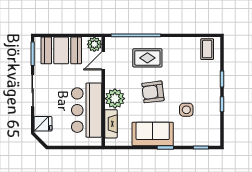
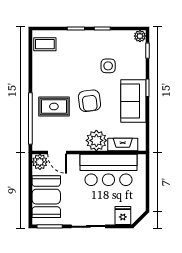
rug: (147, 58) -> (54, 107), turned 90
plant: (215, 140) -> (140, 36), added

